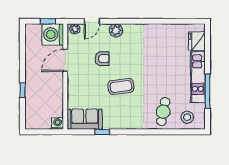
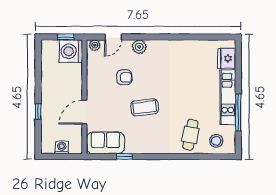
door: (65, 60) -> (84, 112), moved
washing machine: (58, 123) -> (62, 147), moved

